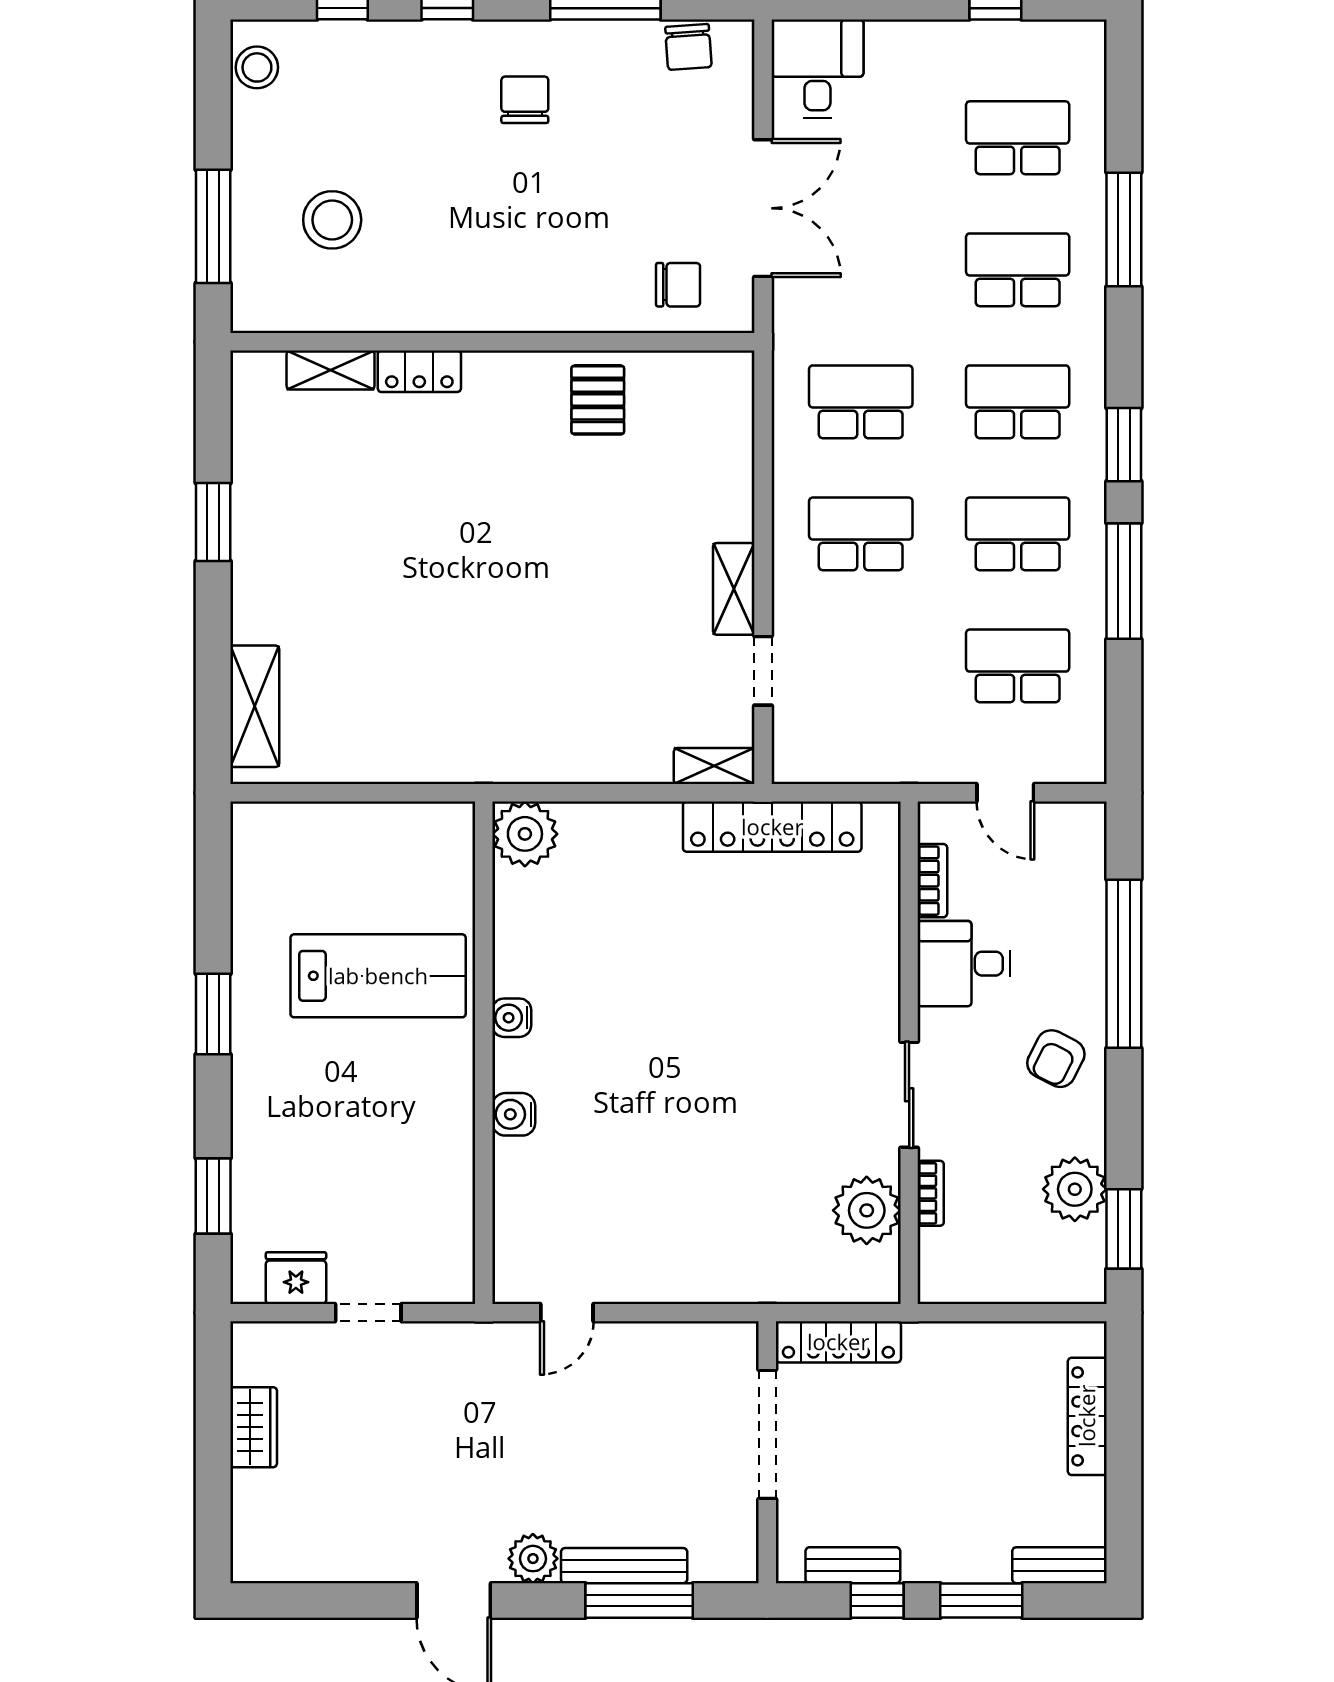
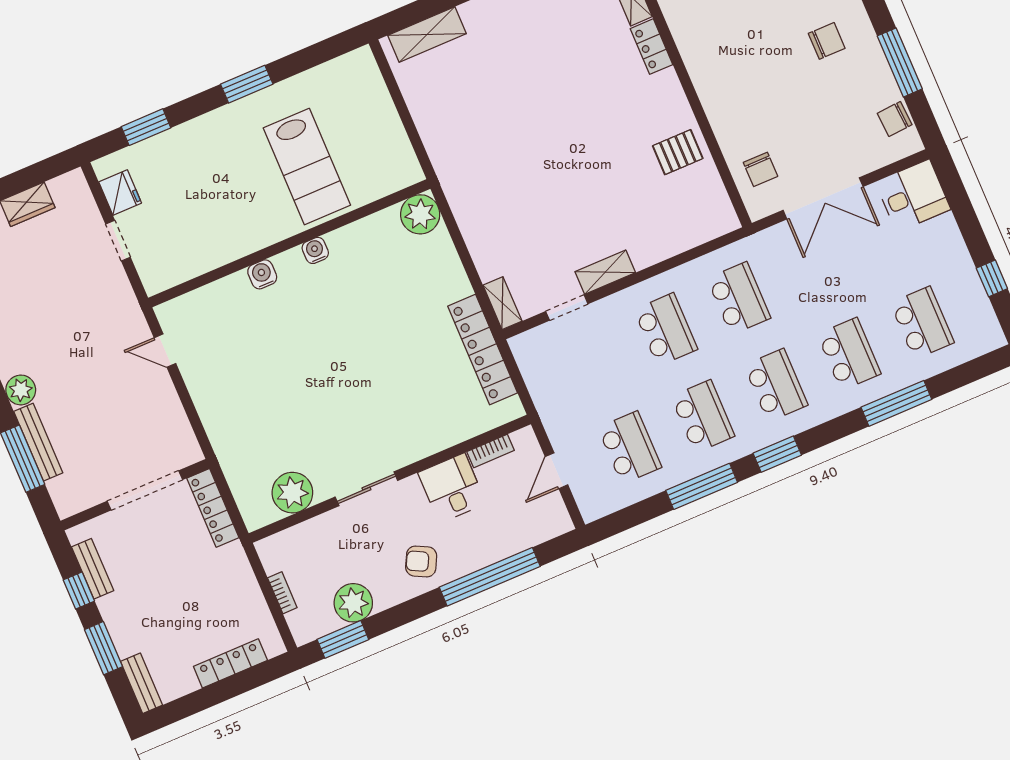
bookcase: (931, 1193) -> (282, 593), moved, turned -90

